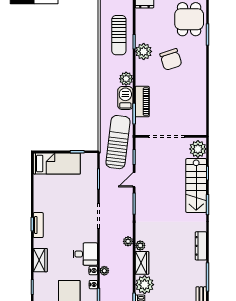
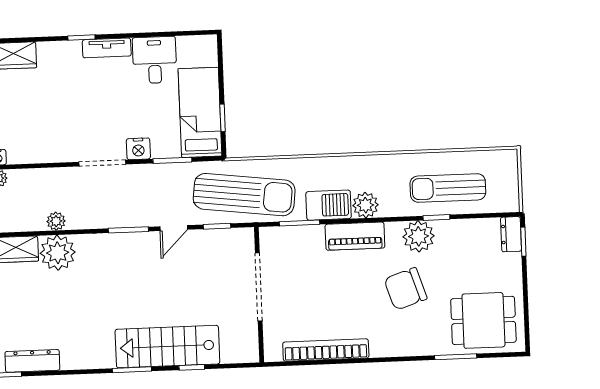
piano: (142, 102) -> (355, 236), moved
bookcase: (201, 103) -> (326, 350), added
plant: (198, 149) -> (237, 347), removed
bed: (57, 164) -> (200, 112), moved, turned 180
door: (134, 180) -> (174, 228), swing flipped
nightstand: (92, 197) -> (138, 149), added
tv unit: (38, 225) -> (107, 48), moved
plant: (140, 245) -> (58, 253), width x1.87, depth x1.87
dresser: (201, 246) -> (32, 361), moved
desk: (85, 254) -> (155, 60), moved, turned 180

